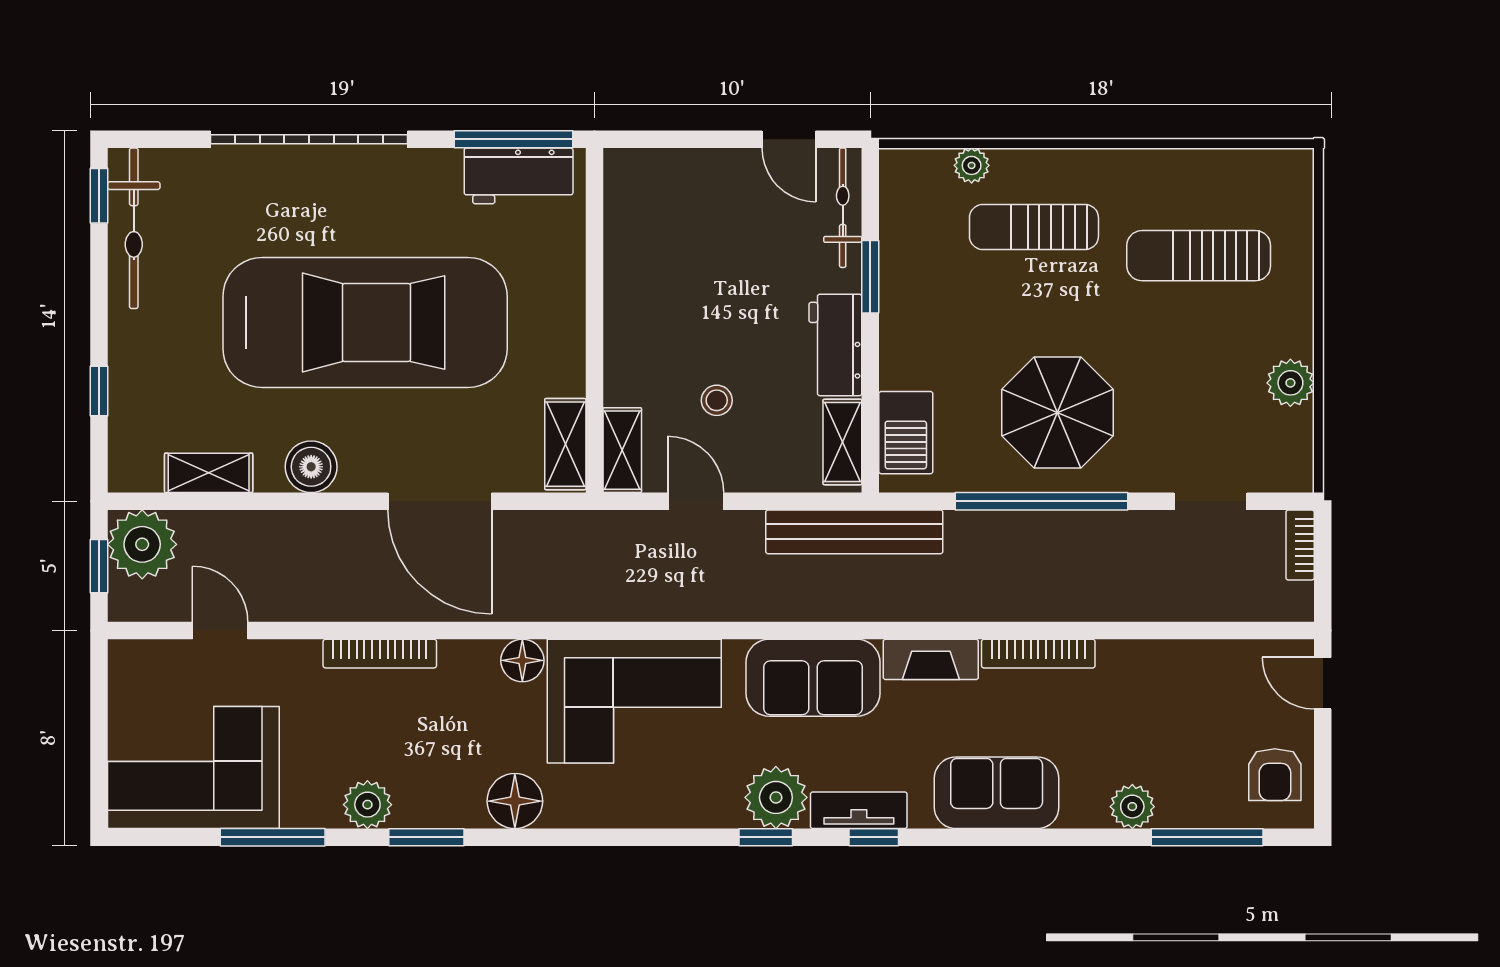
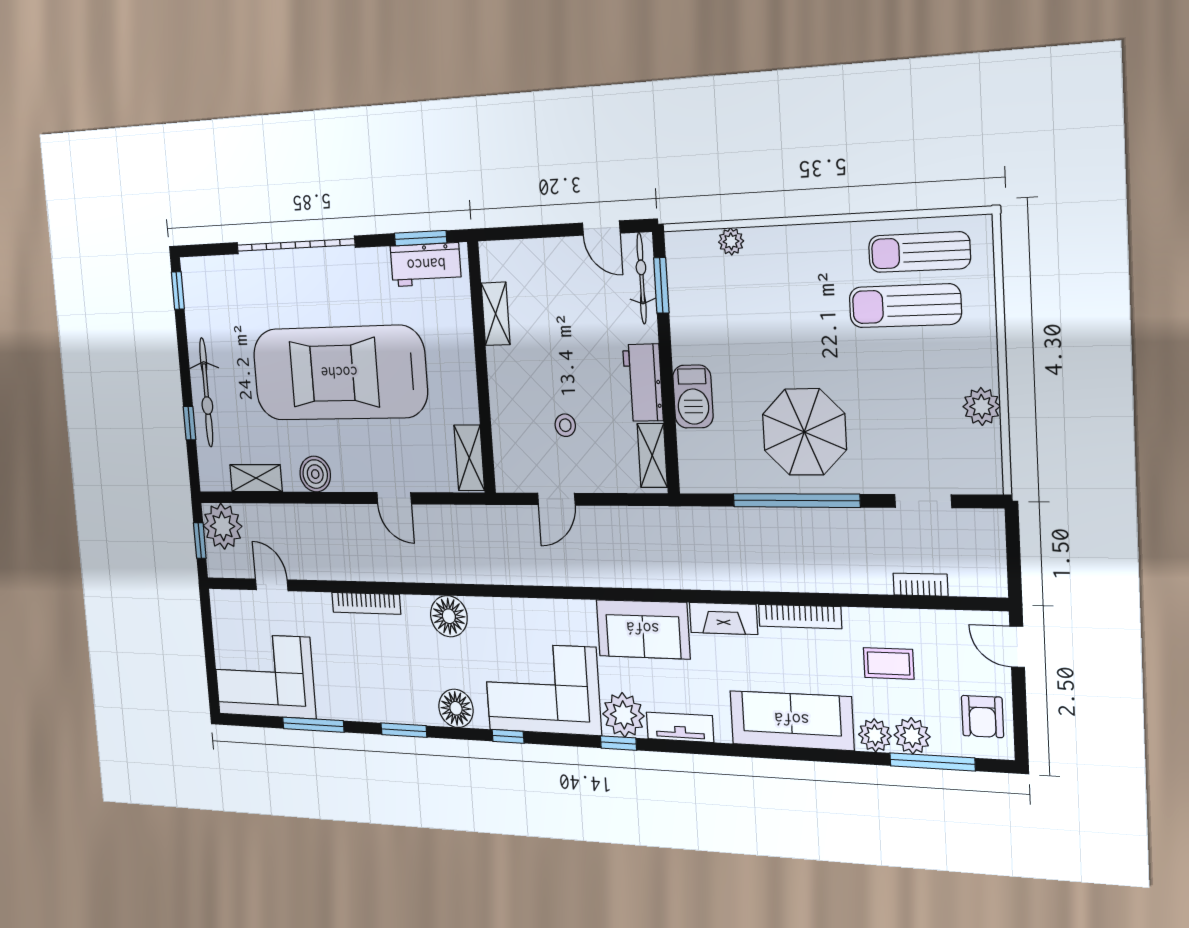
window: (514, 139) -> (421, 238), width x0.69
sun lounger: (1034, 227) -> (919, 252), moved
bicycle: (134, 228) -> (206, 392), moved
window: (870, 277) -> (661, 285), moved
car: (365, 322) -> (339, 373), turned 180
barbecue: (906, 433) -> (693, 397), moved
shelving: (622, 450) -> (496, 314), moved
door: (440, 501) -> (394, 498), width x0.53
door: (696, 501) -> (556, 499), swing flipped
bench: (854, 532) -> (664, 522), removed
bookcase: (1300, 545) -> (920, 585), moved, turned 90
floor lamp: (522, 660) -> (449, 616), width x1.38, depth x1.38
corner sofa: (634, 701) -> (542, 689), moved, turned 180
coffee table: (1155, 711) -> (889, 663), added
sofa: (997, 793) -> (792, 720), width x1.36
plant: (367, 805) -> (912, 736), moved
window: (874, 837) -> (508, 736), moved

